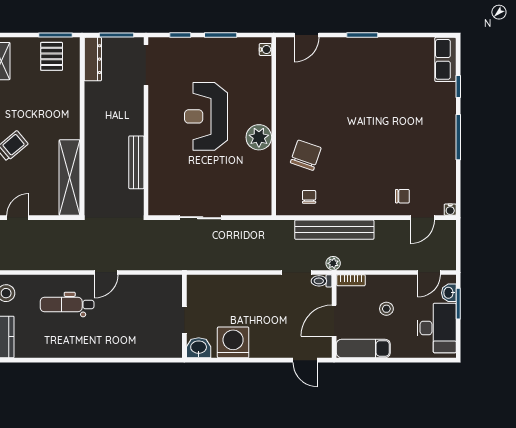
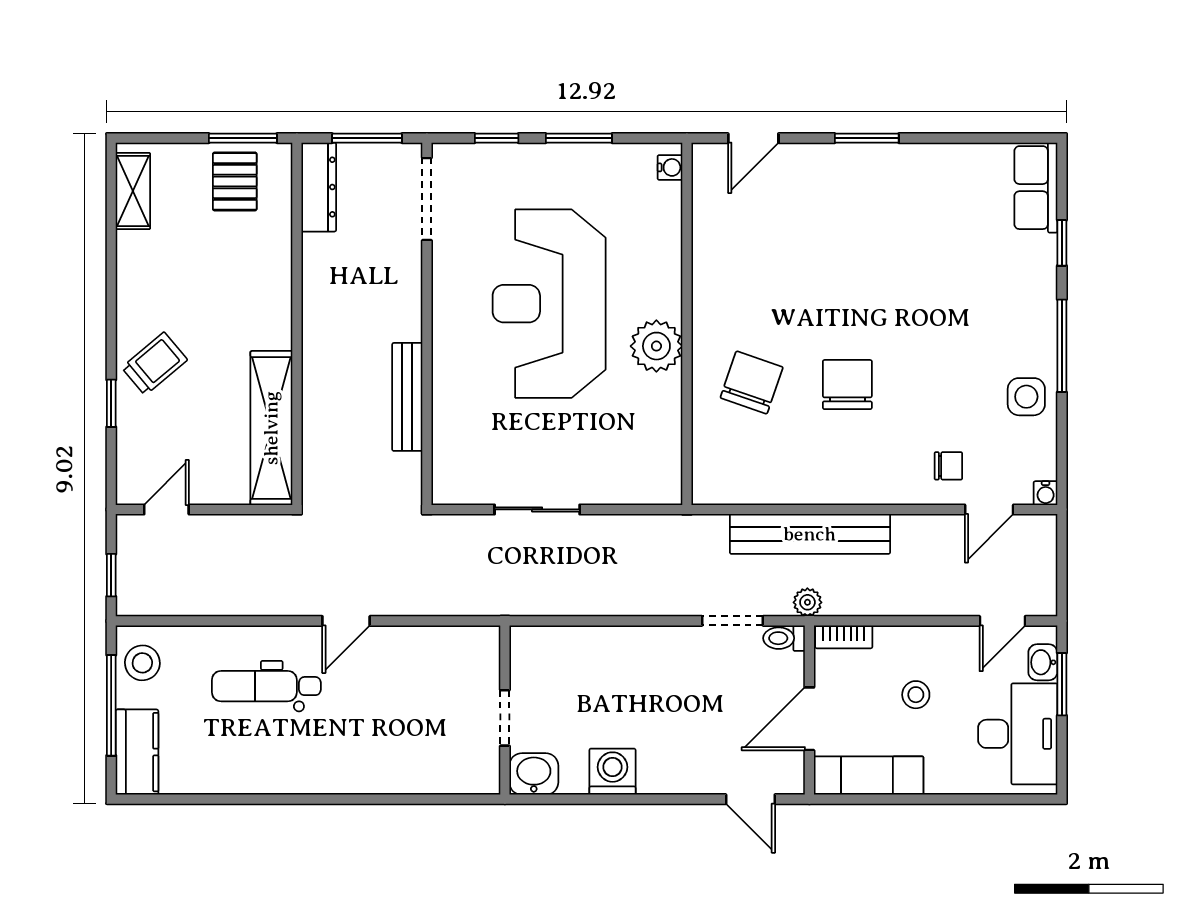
reception desk: (206, 116) -> (549, 304), width x1.36, depth x1.30
side table: (441, 162) -> (1026, 397), added
chair: (309, 197) -> (847, 385), moved, width x1.87, depth x1.87
washing machine: (233, 342) -> (612, 772), width x0.73, depth x0.73

